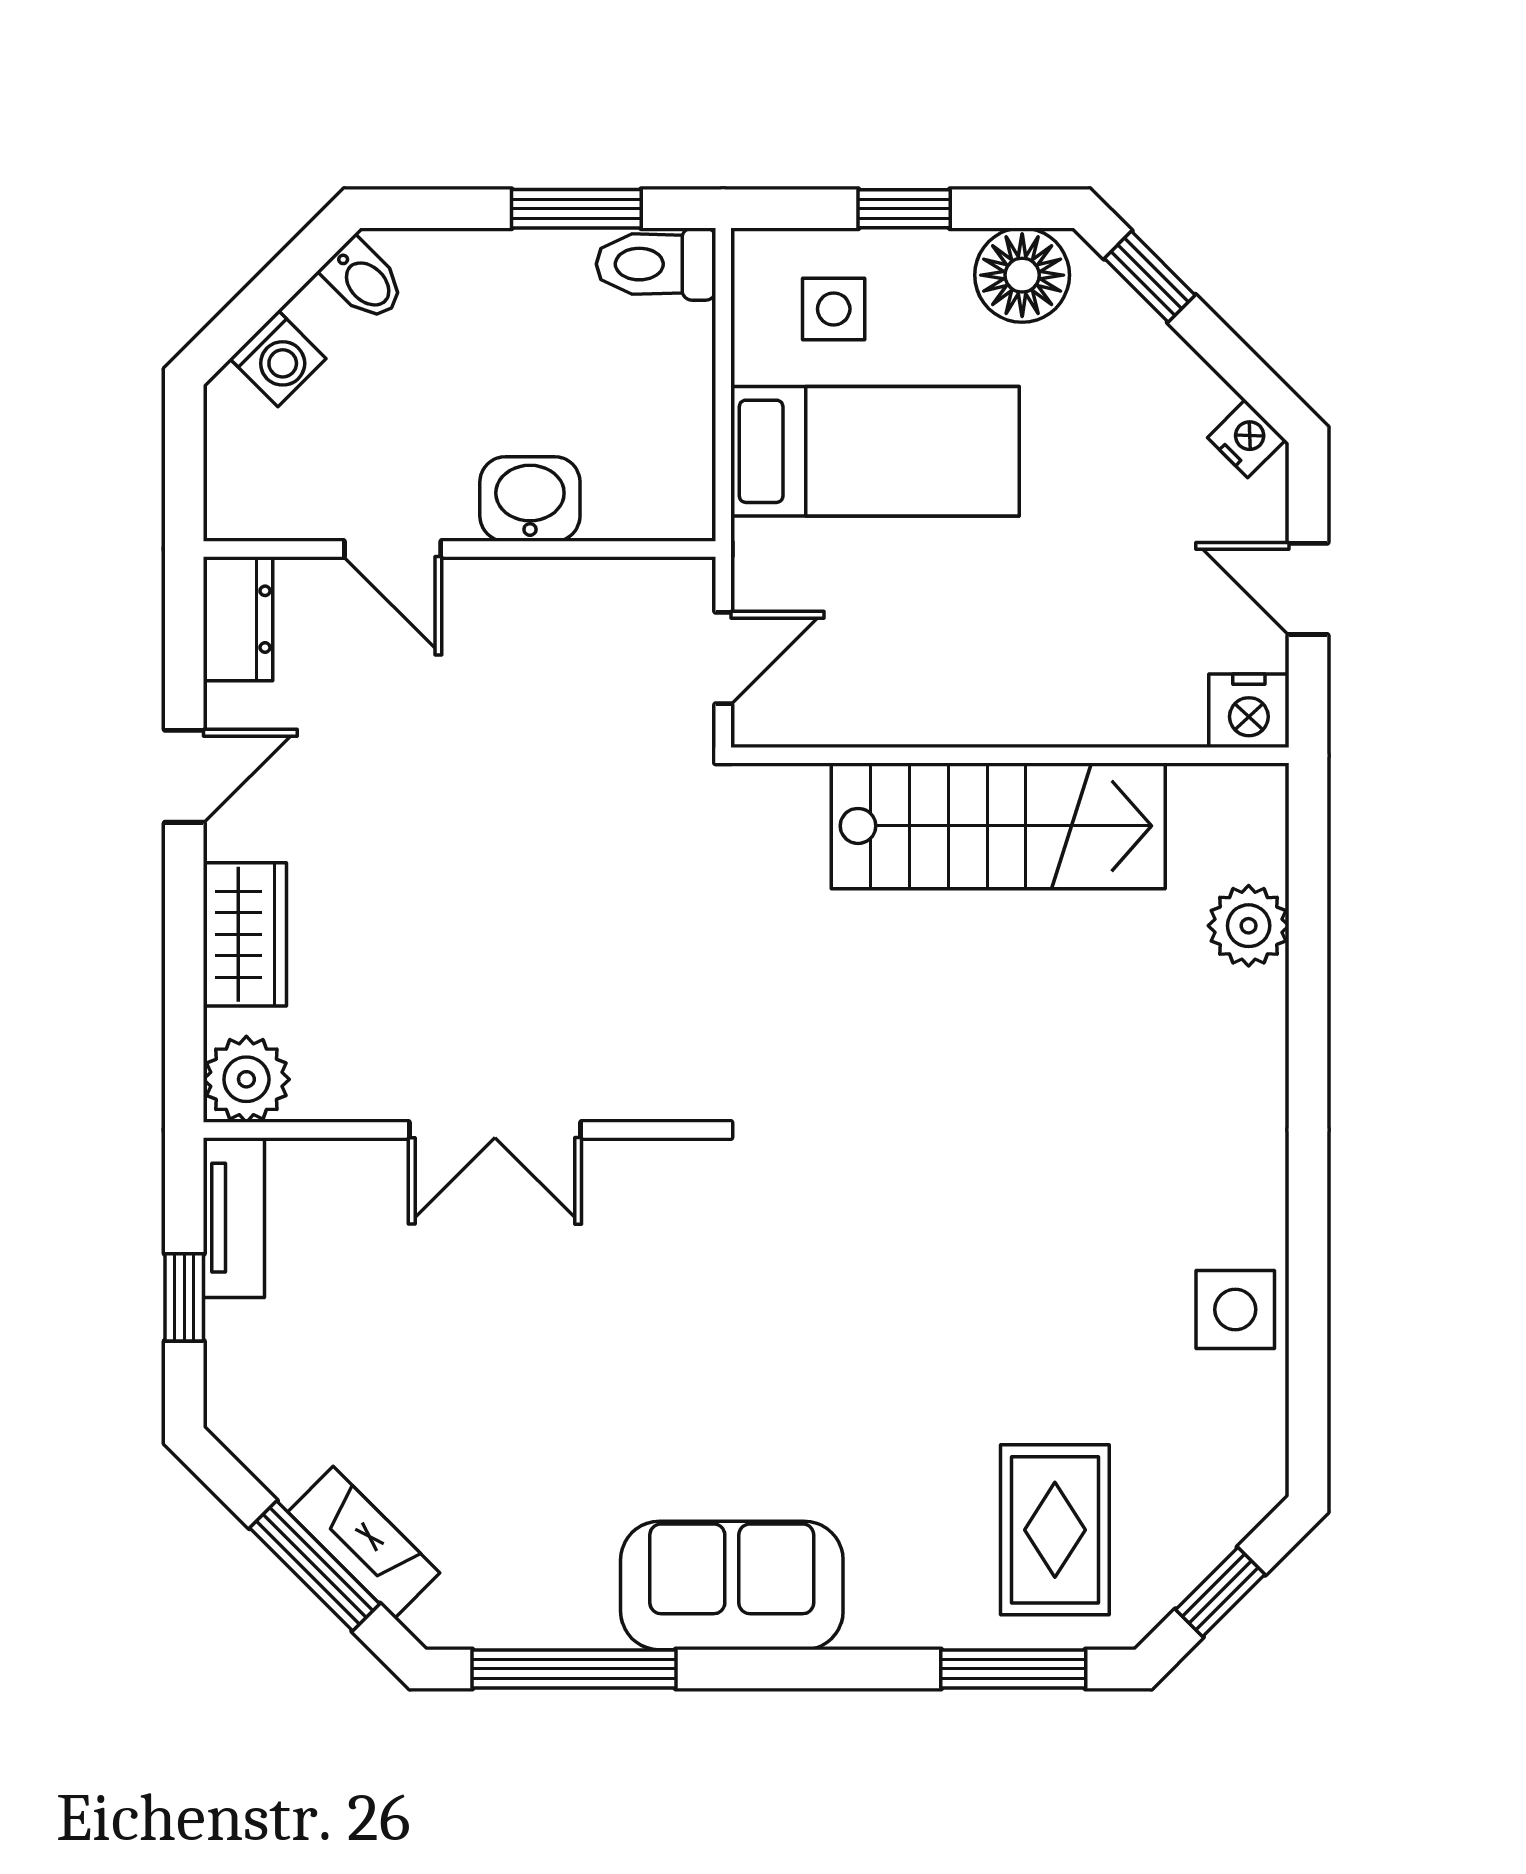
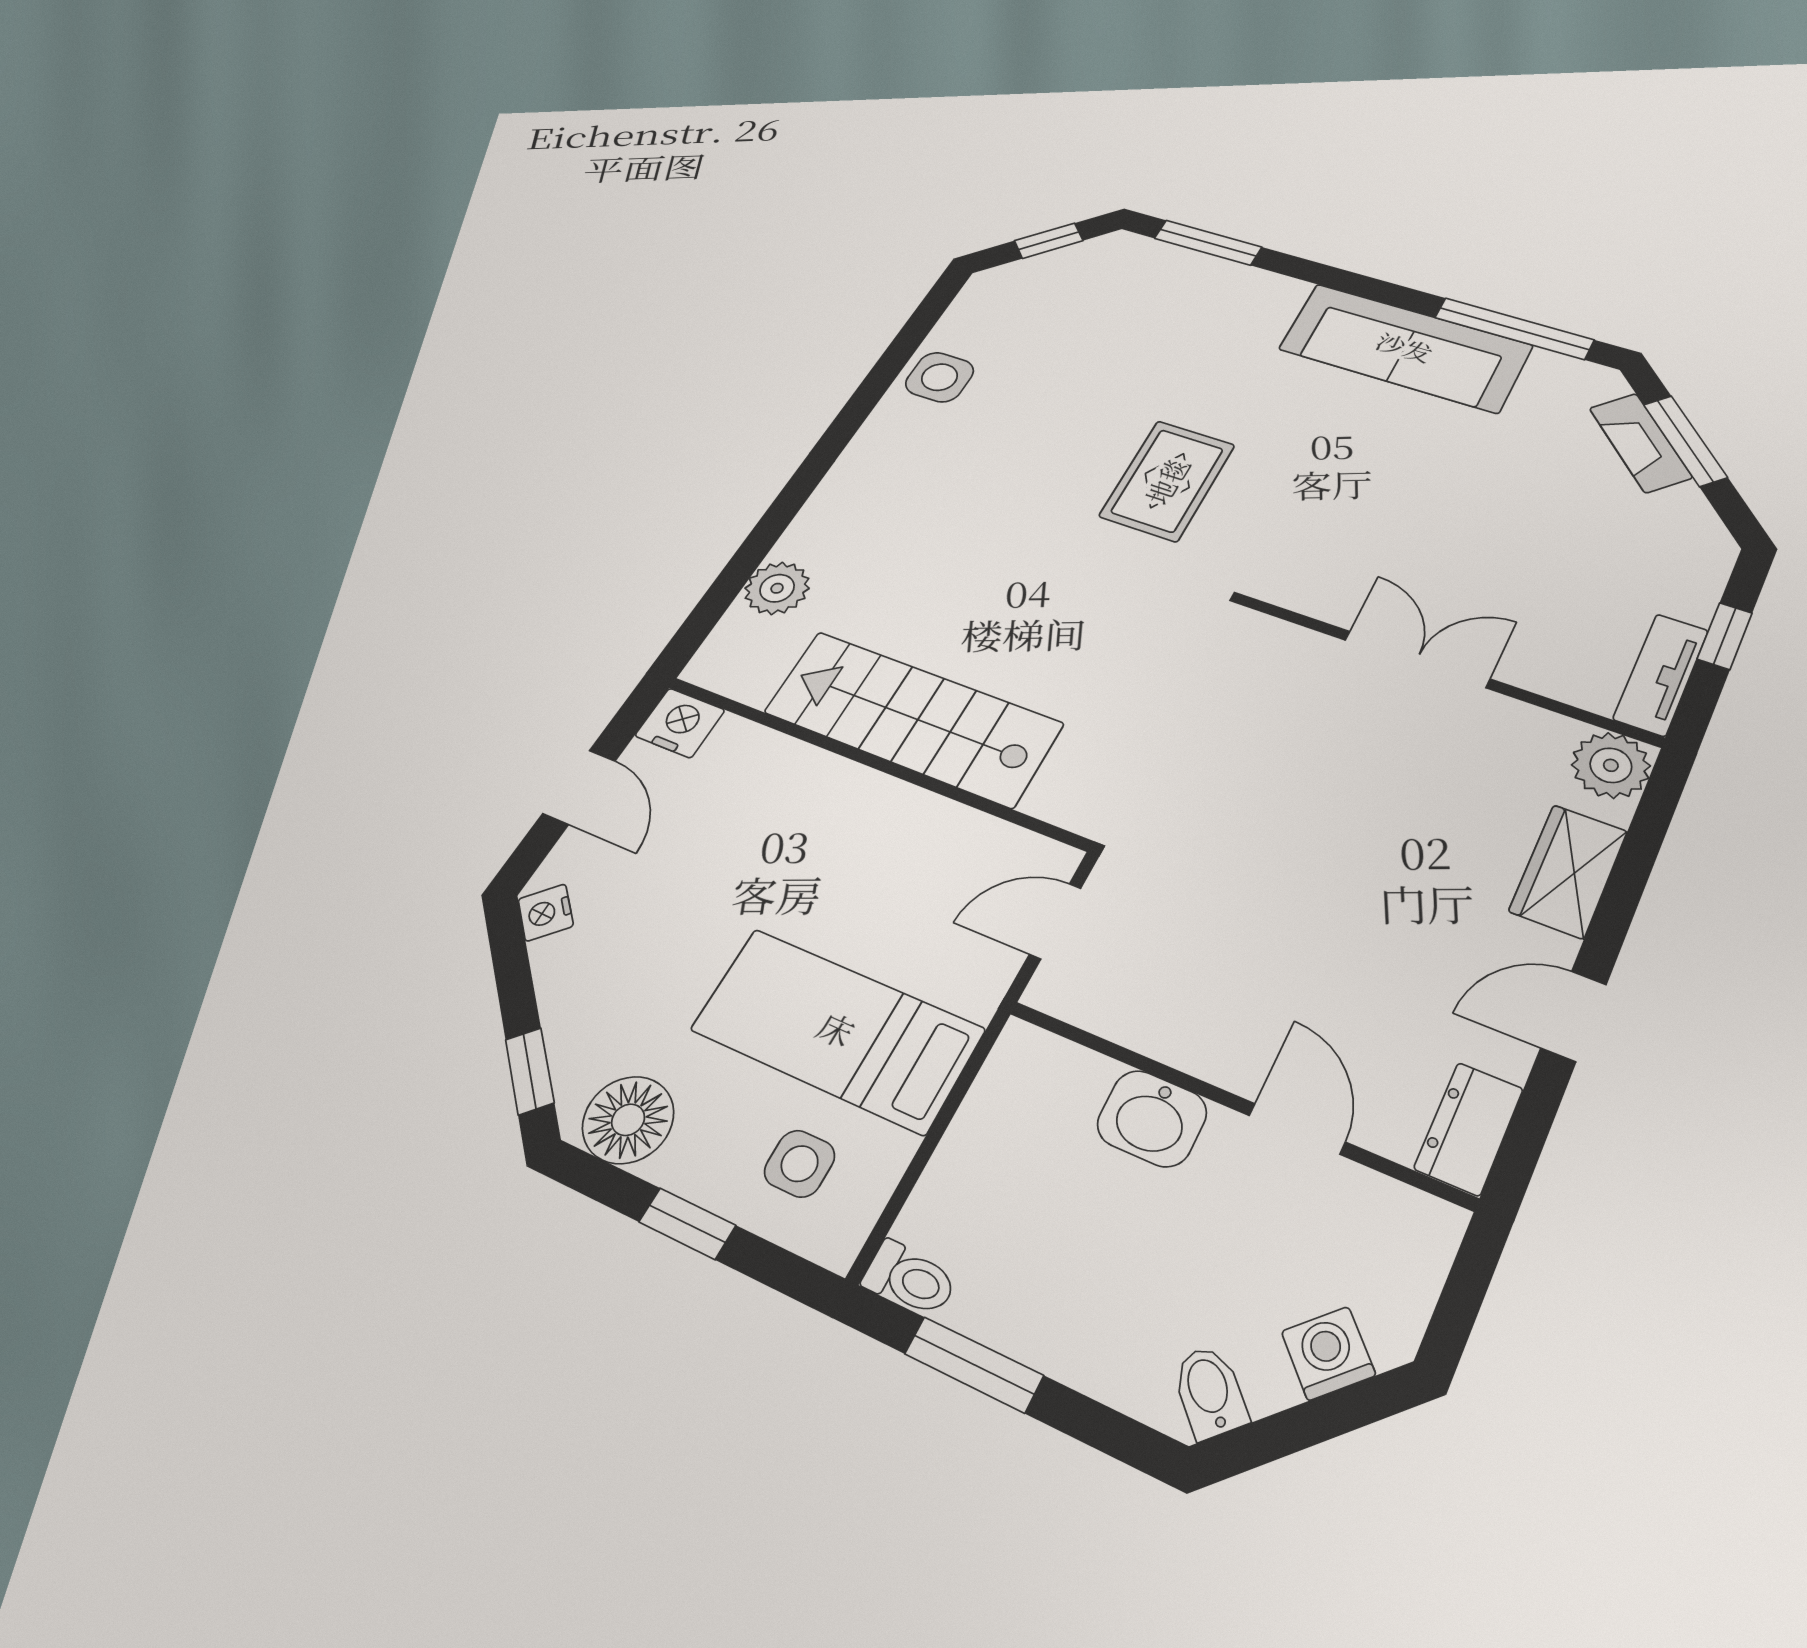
toilet: (656, 264) -> (910, 1279), width x0.73, depth x0.72
rug: (1055, 1530) -> (1167, 481), moved
sofa: (732, 1586) -> (1405, 347), width x1.36

